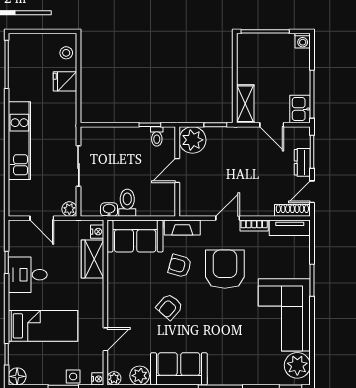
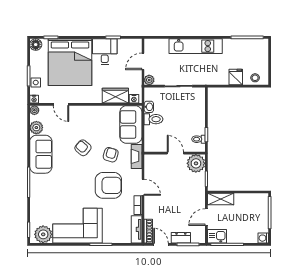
bed: (43, 326) -> (70, 62), width x2.04

